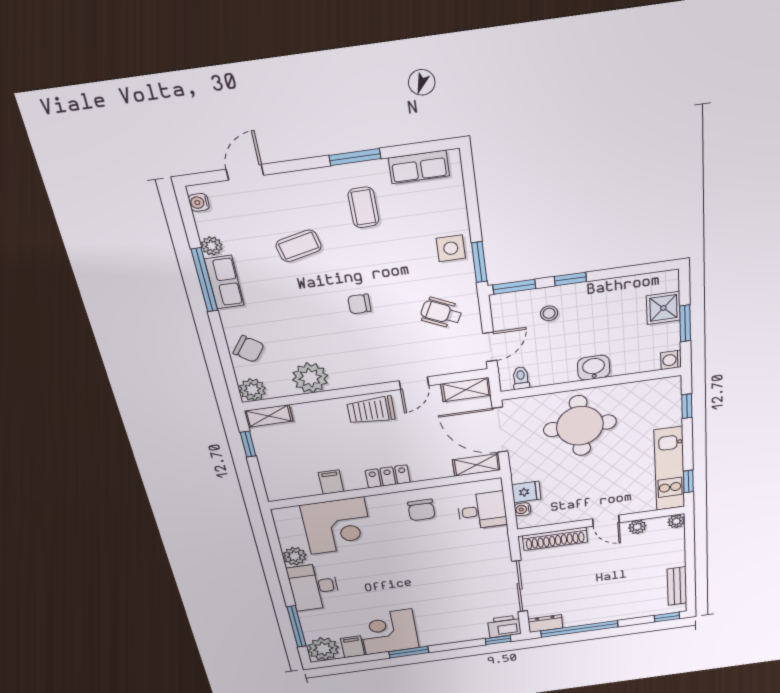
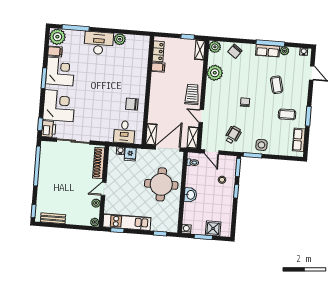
locker: (388, 476) -> (158, 51), moved
corner desk: (337, 526) -> (59, 106), moved, turned 180
dresser: (545, 623) -> (45, 150), removed

